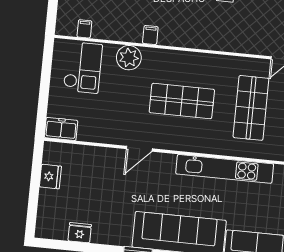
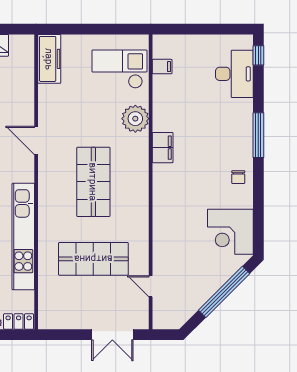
filing cabinet: (150, 35) -> (163, 148), width x2.00
checkout: (83, 67) -> (119, 69), turned 180
freezer: (61, 129) -> (49, 59), width x1.40

